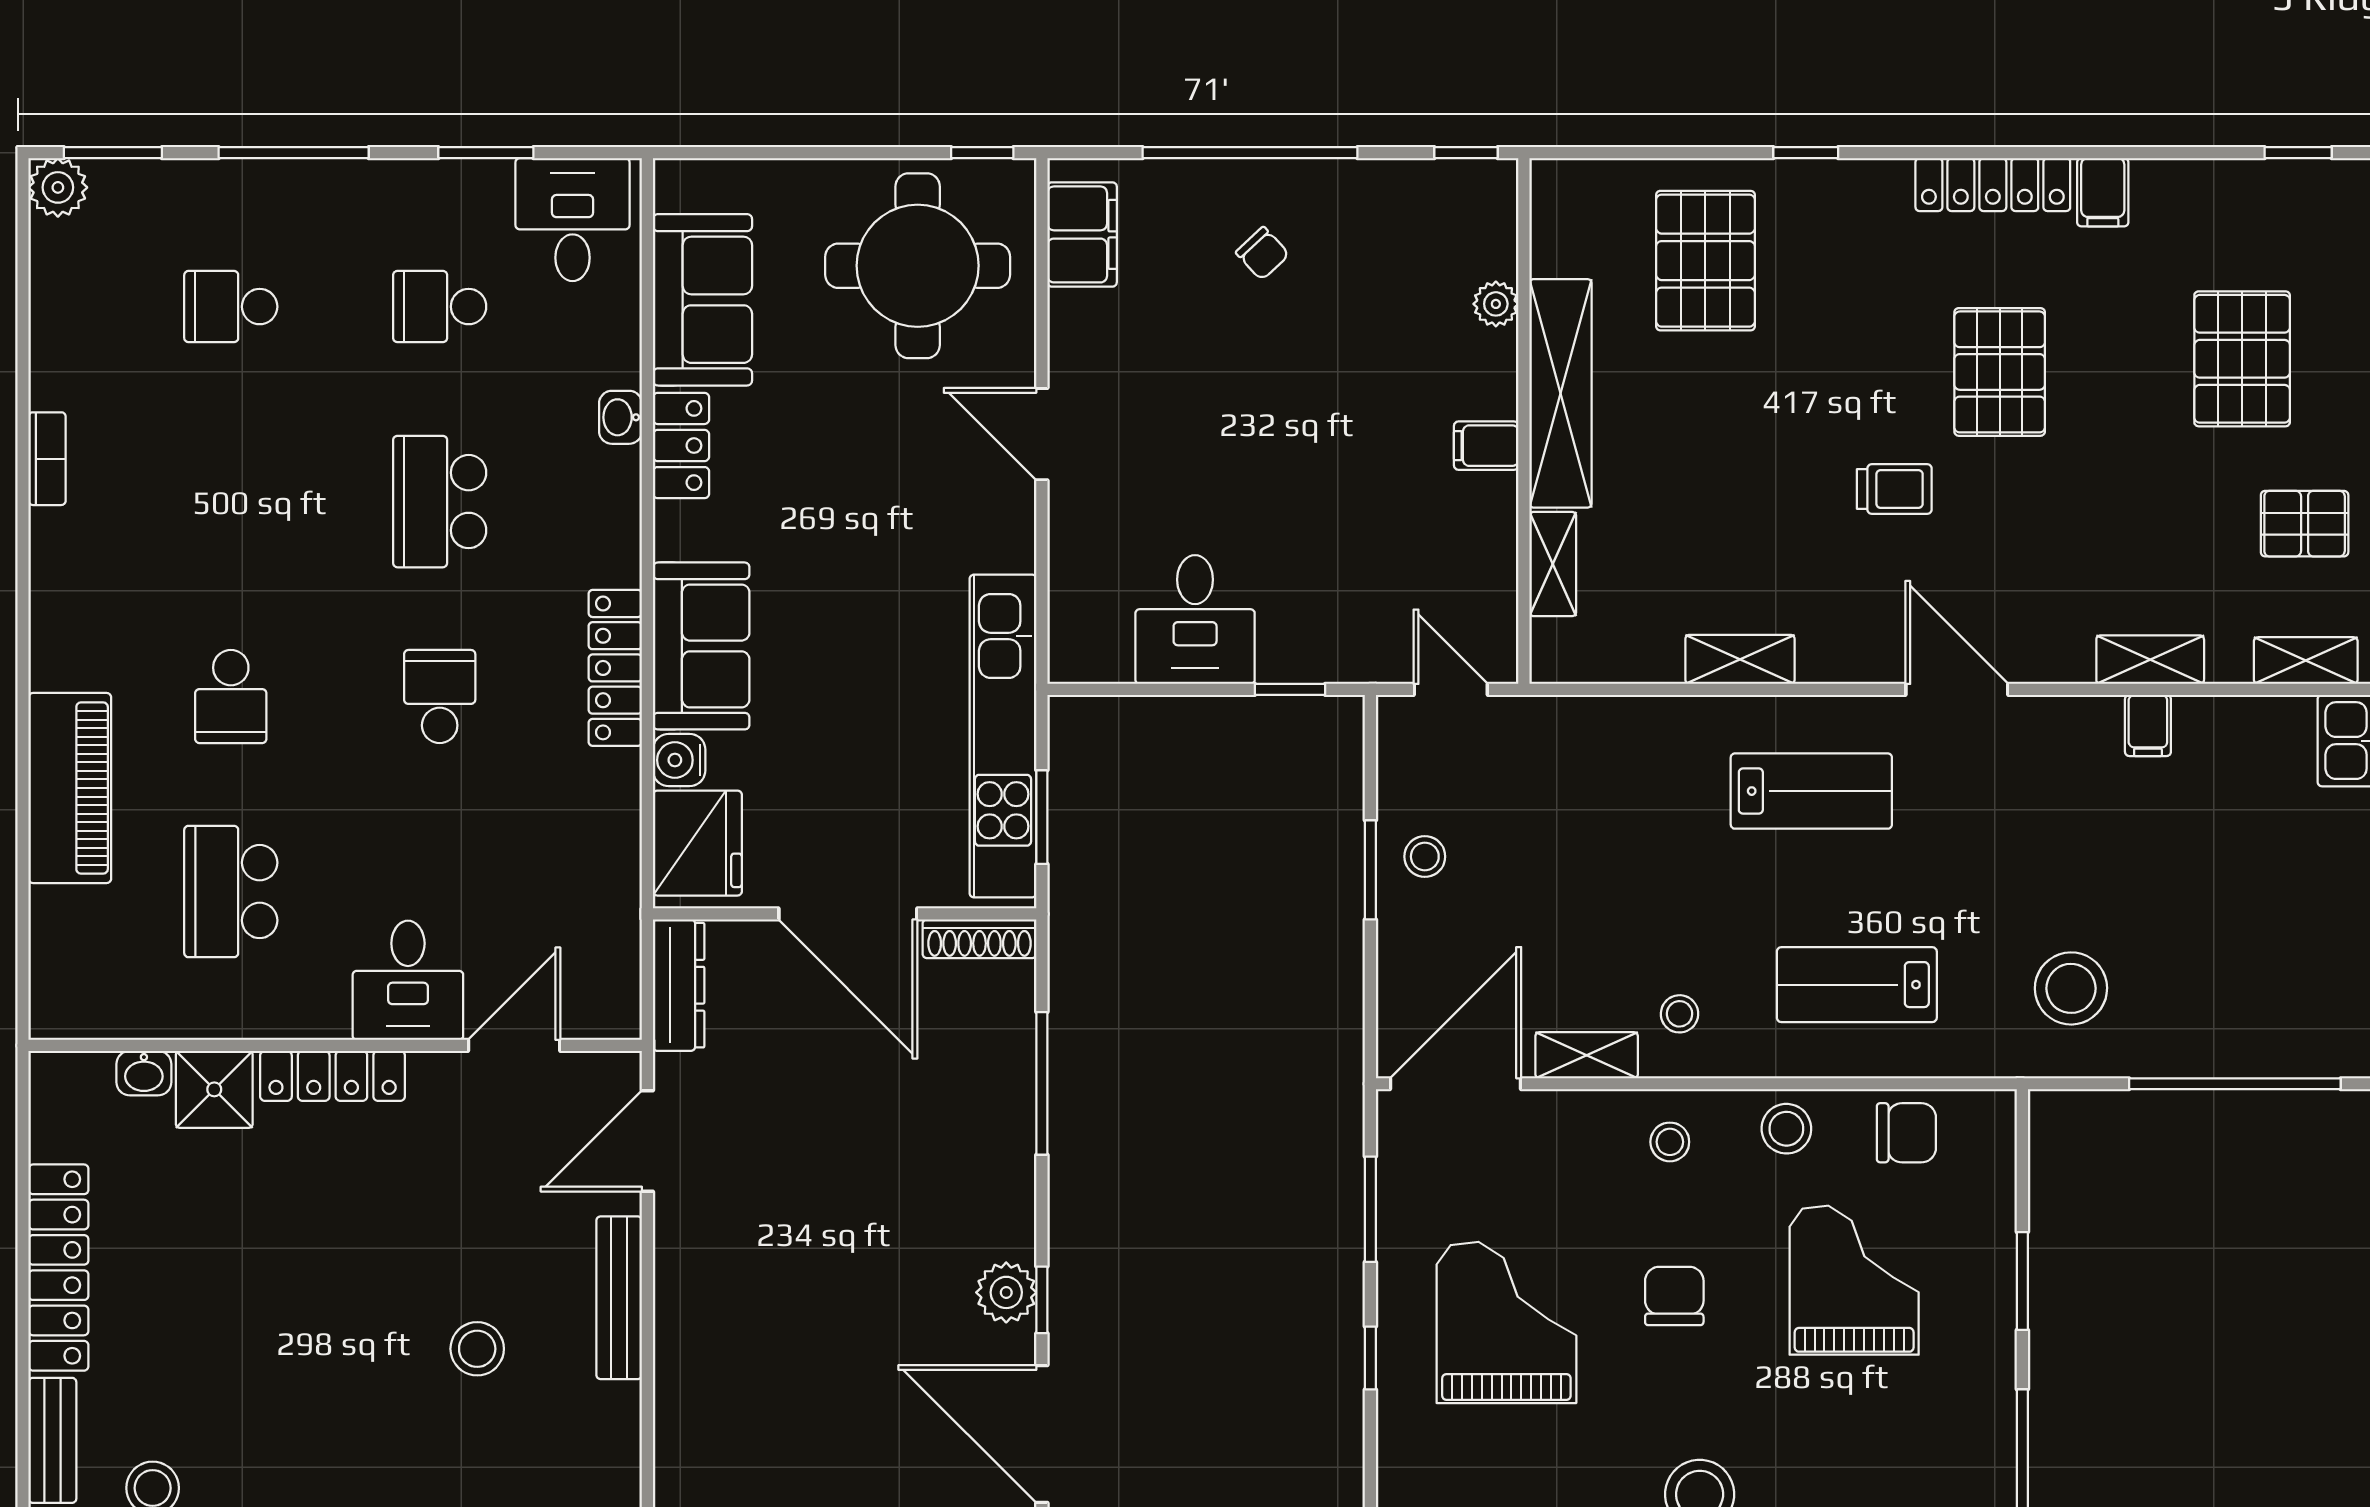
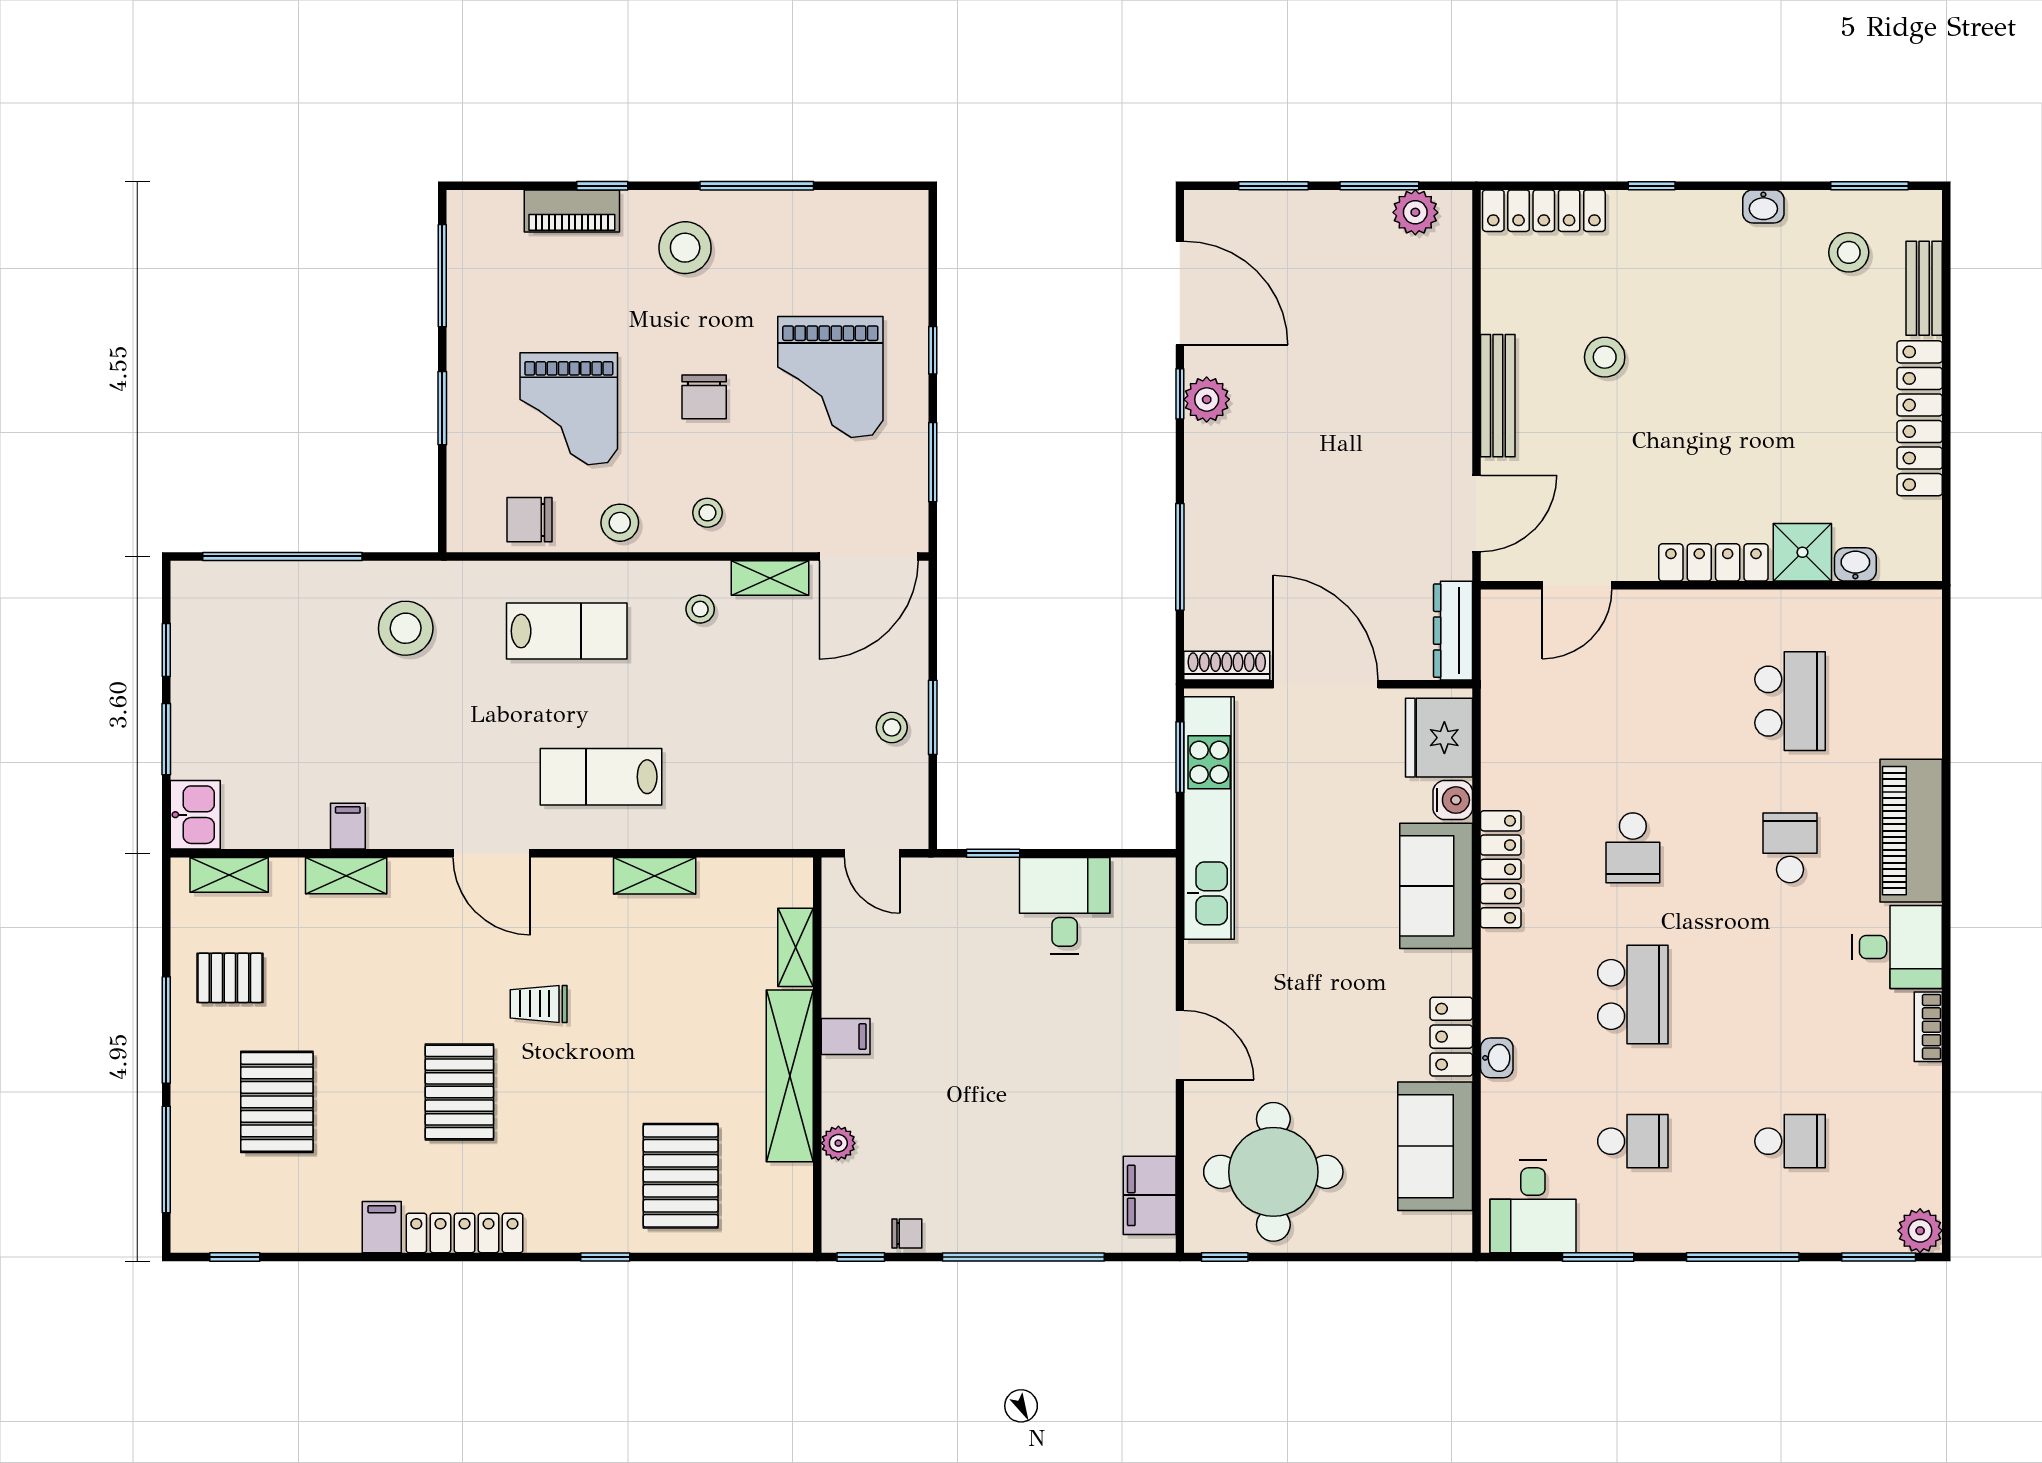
chair: (1262, 253) -> (907, 1234), moved, turned 133
piano: (70, 788) -> (1911, 831), moved
desk: (408, 980) -> (1897, 947), moved, turned 90

